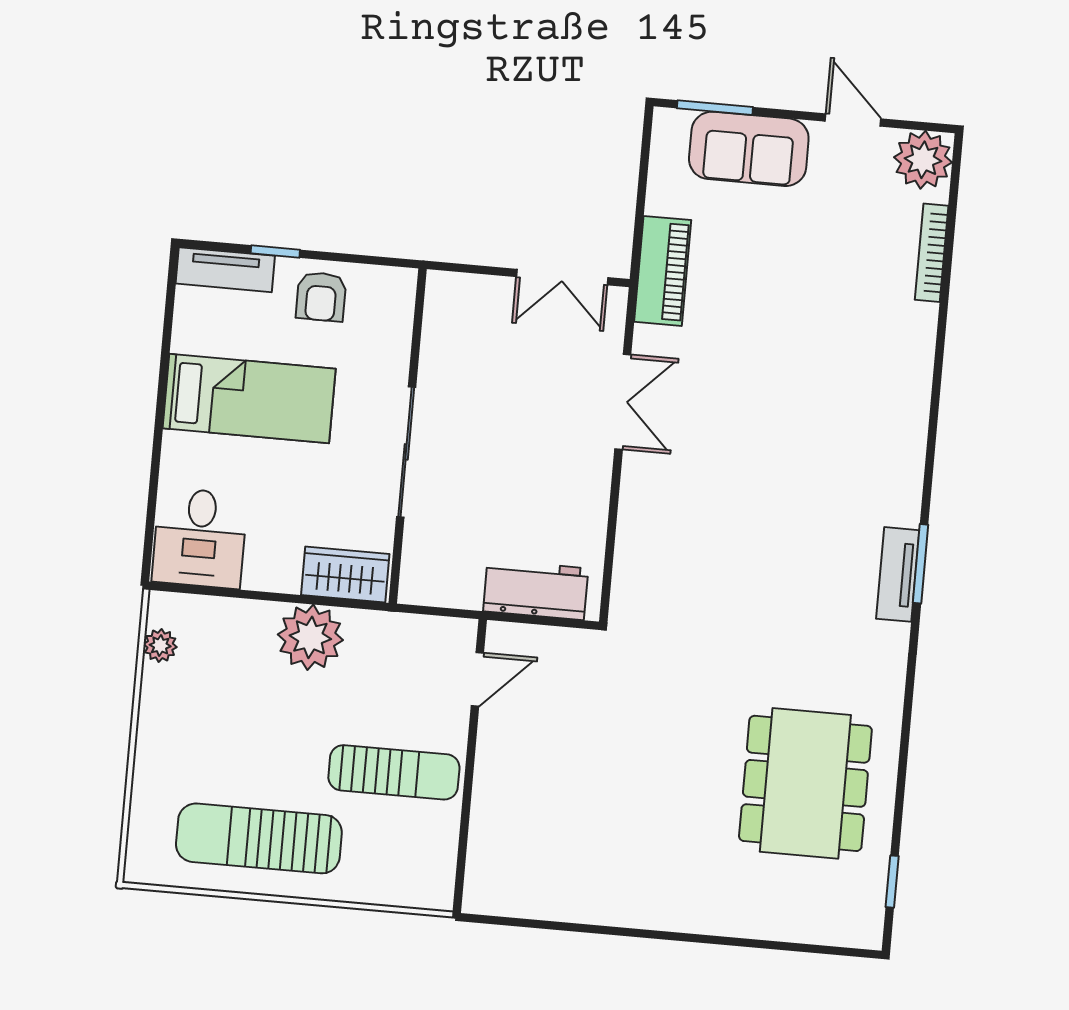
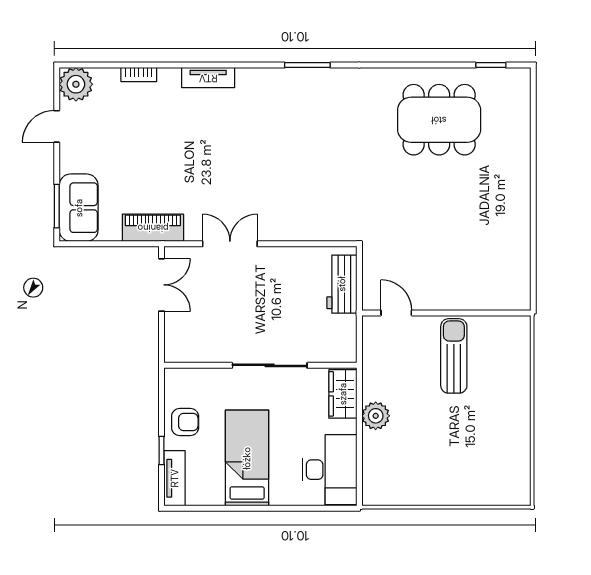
sofa: (749, 149) -> (79, 208), moved
bookcase: (932, 253) -> (139, 75), width x0.64
desk: (200, 538) -> (330, 470), width x1.37
tv unit: (898, 574) -> (208, 78), moved
plant: (310, 637) -> (376, 416), width x0.73, depth x0.73
plant: (160, 646) -> (393, 496), removed
sun lounger: (259, 838) -> (499, 430), removed

